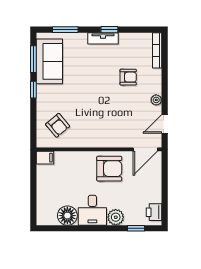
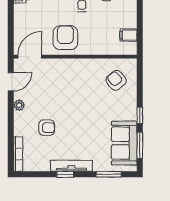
tv unit: (103, 38) -> (71, 166), width x1.41
armchair: (128, 77) -> (47, 128), turned 180
filing cabinet: (45, 158) -> (128, 35), moved
armchair: (109, 169) -> (65, 38), turned 90

